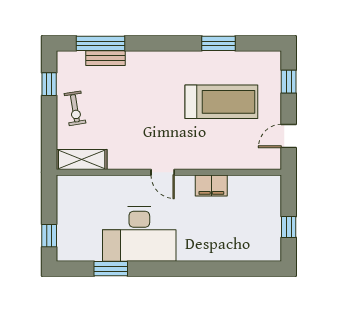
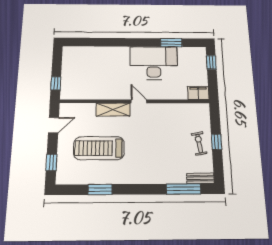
bench: (106, 58) -> (200, 178), moved
window: (49, 84) -> (217, 142), moved
shelving: (82, 159) -> (113, 110), moved
filing cabinet: (211, 186) -> (198, 93), moved
window: (289, 227) -> (56, 83), moved

